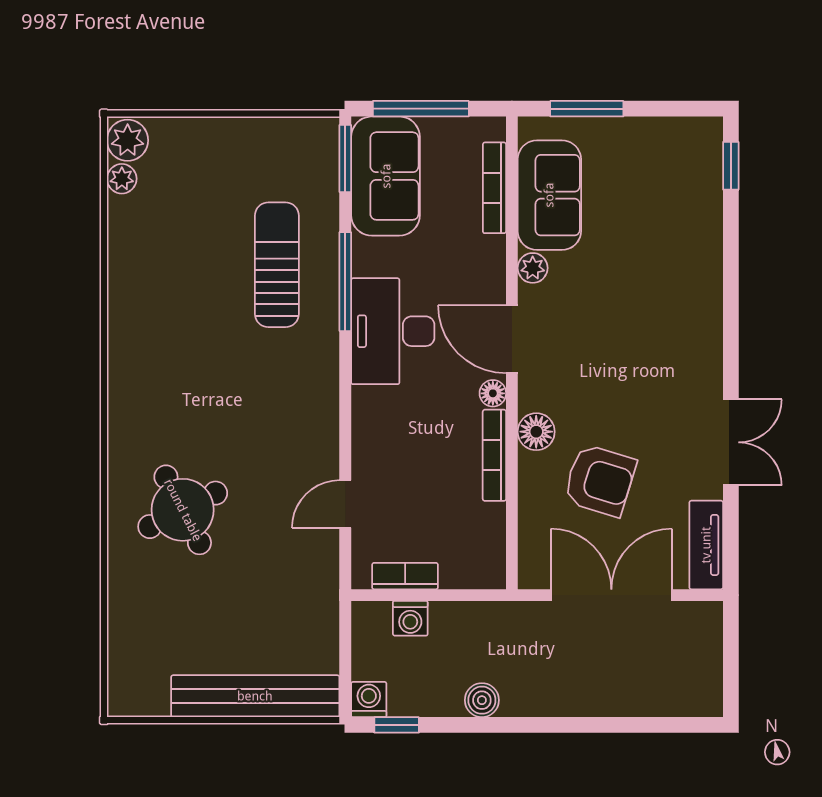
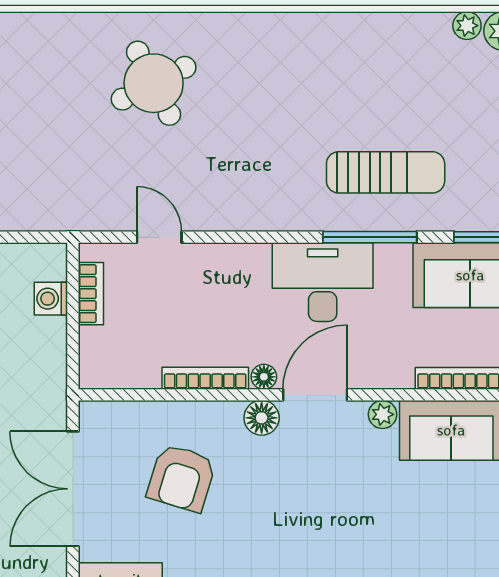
floor lamp: (536, 432) -> (262, 418), moved
double door: (611, 595) -> (73, 489), swing flipped

